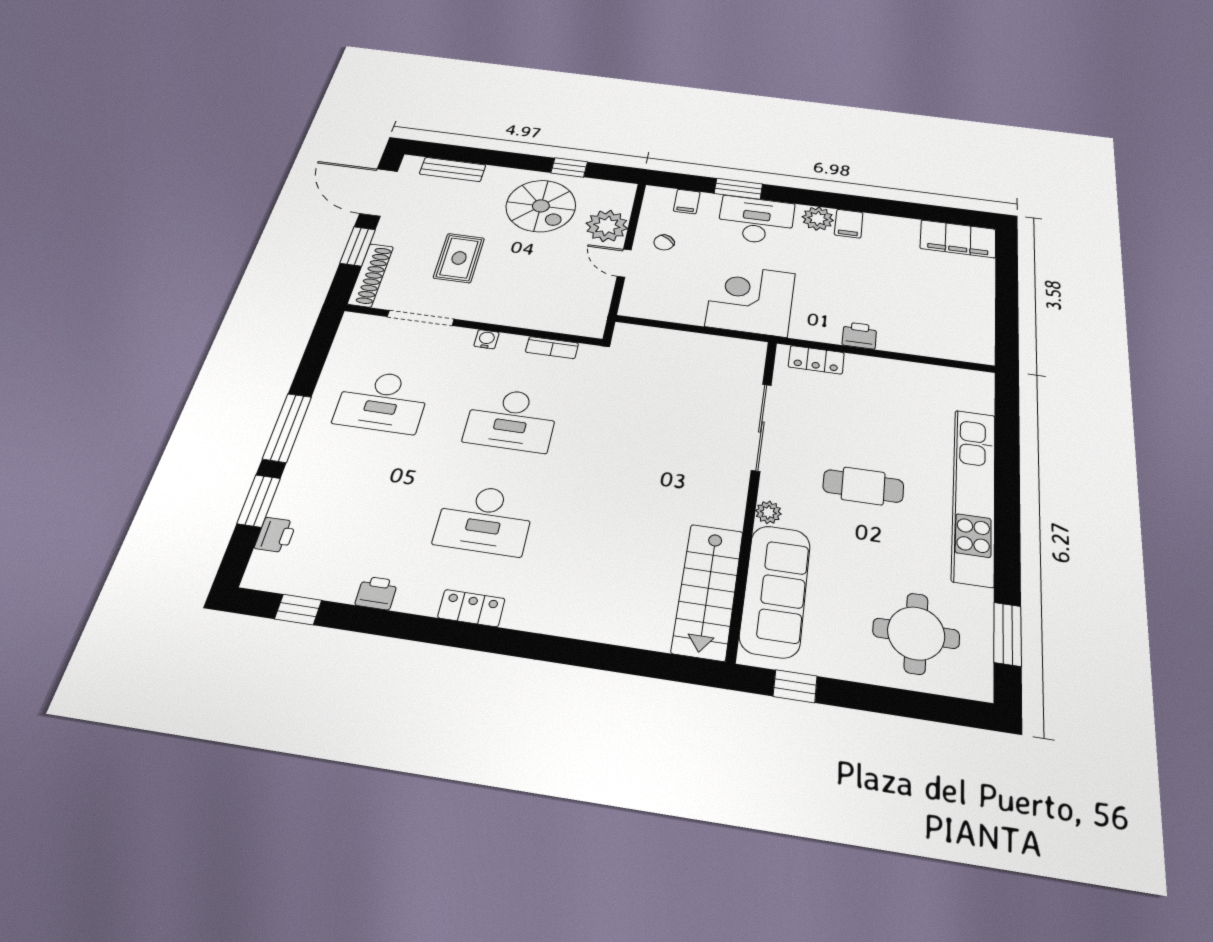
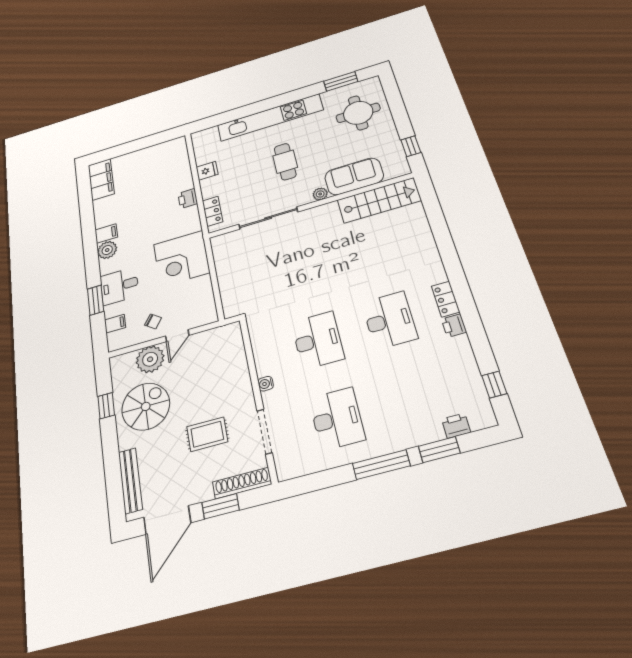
bench: (453, 169) -> (130, 480), width x1.36
desk: (756, 220) -> (119, 286), width x0.73
bookcase: (552, 348) -> (257, 344), removed
fridge: (902, 375) -> (207, 171), added
sofa: (775, 590) -> (354, 176), width x0.73
printer: (376, 593) -> (454, 326), moved

